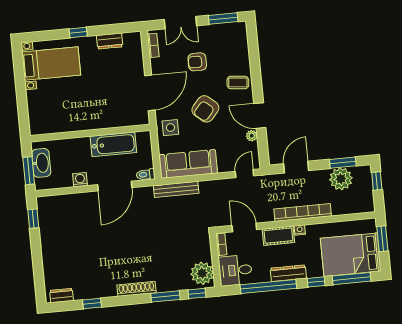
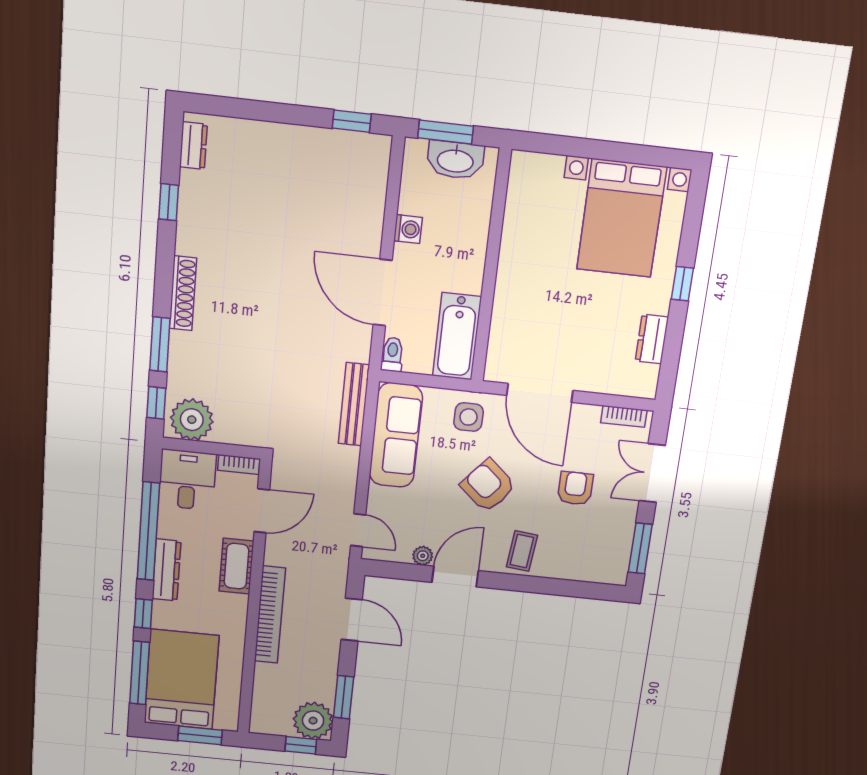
bed with nightstands: (51, 64) -> (622, 218), width x1.36
bathtub: (113, 144) -> (457, 336), moved
plant: (341, 179) -> (313, 721), moved
nightstand: (300, 230) -> (240, 604), removed

